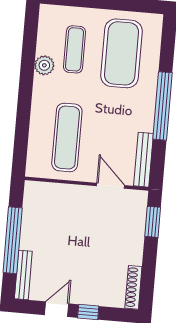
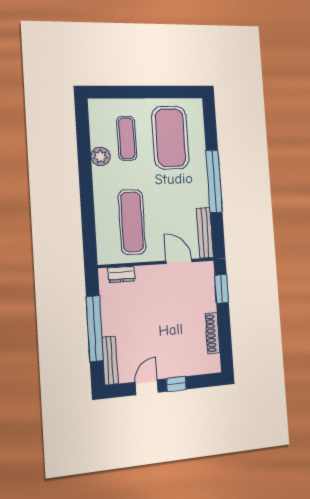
dresser: (48, 190) -> (121, 274), added
shoe rack: (133, 287) -> (212, 333), moved

